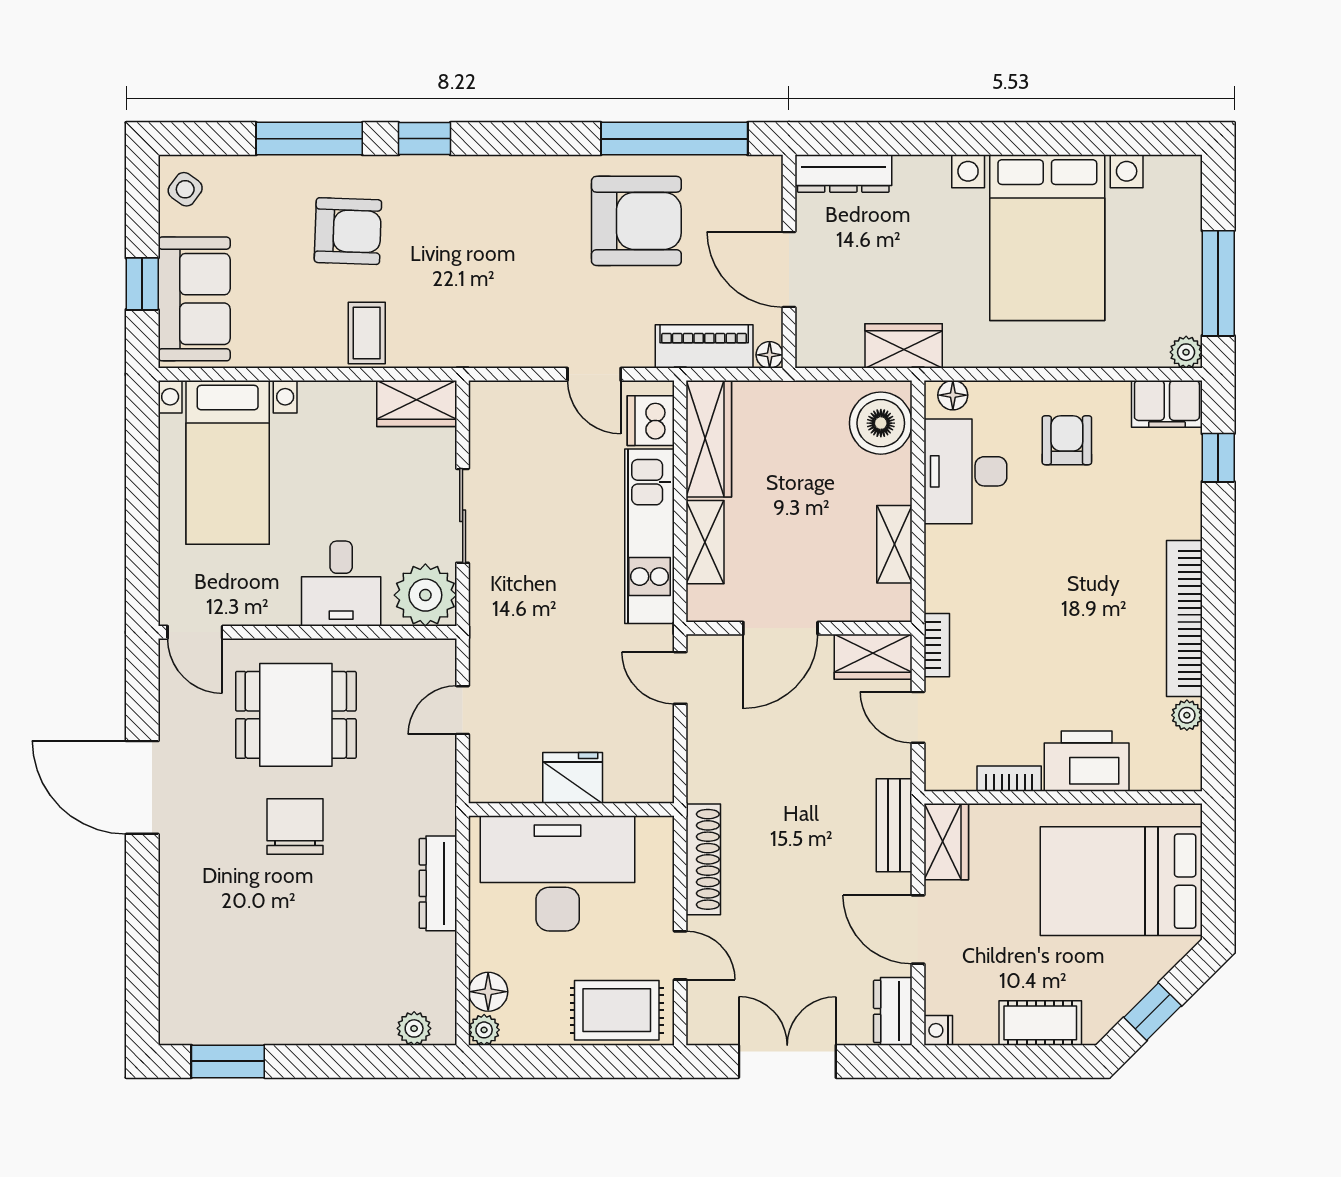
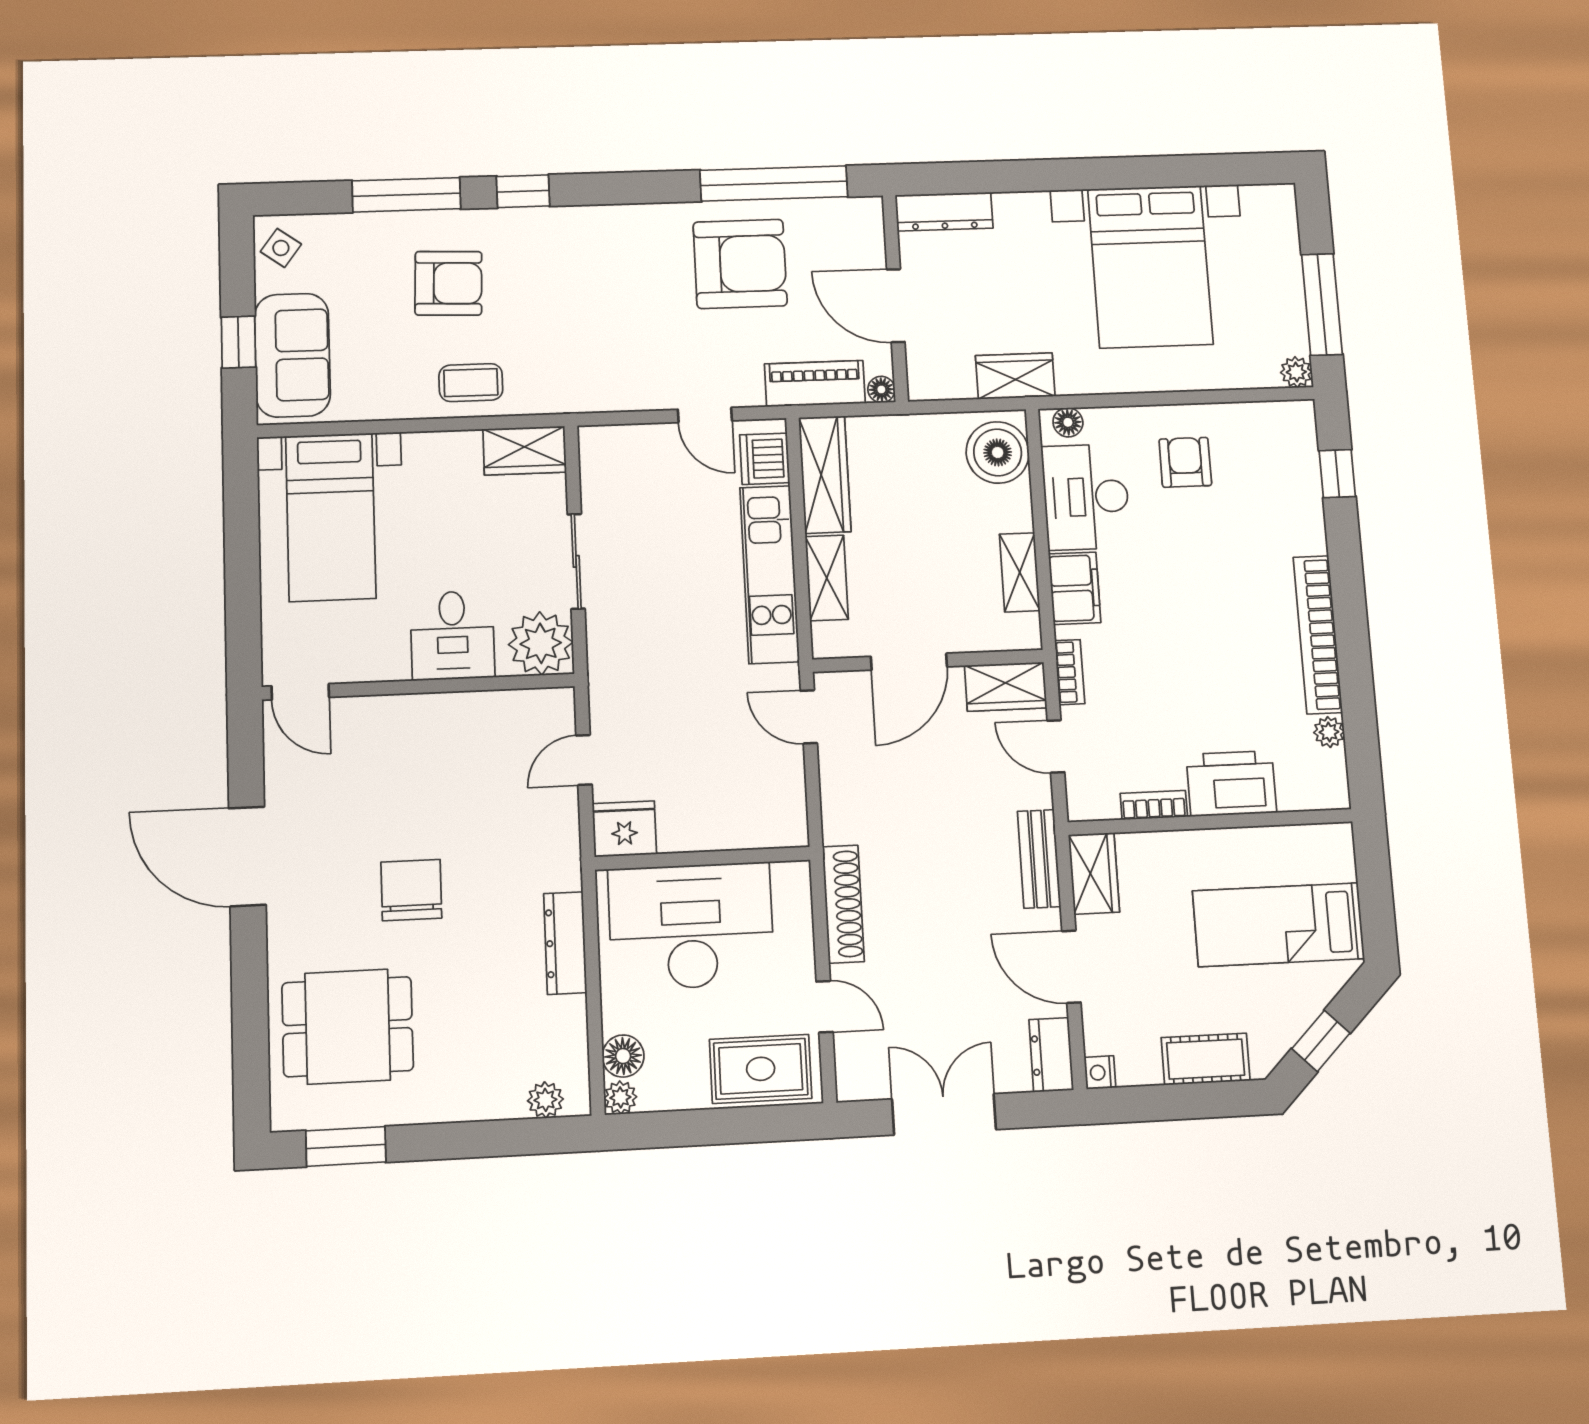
coffee table: (367, 333) -> (471, 383), turned 90
filing cabinet: (1167, 404) -> (1075, 588), moved, turned -90
dining table: (296, 715) -> (348, 1027), moved
fridge: (573, 778) -> (624, 829), moved
bed: (1121, 881) -> (1279, 925), width x0.67

